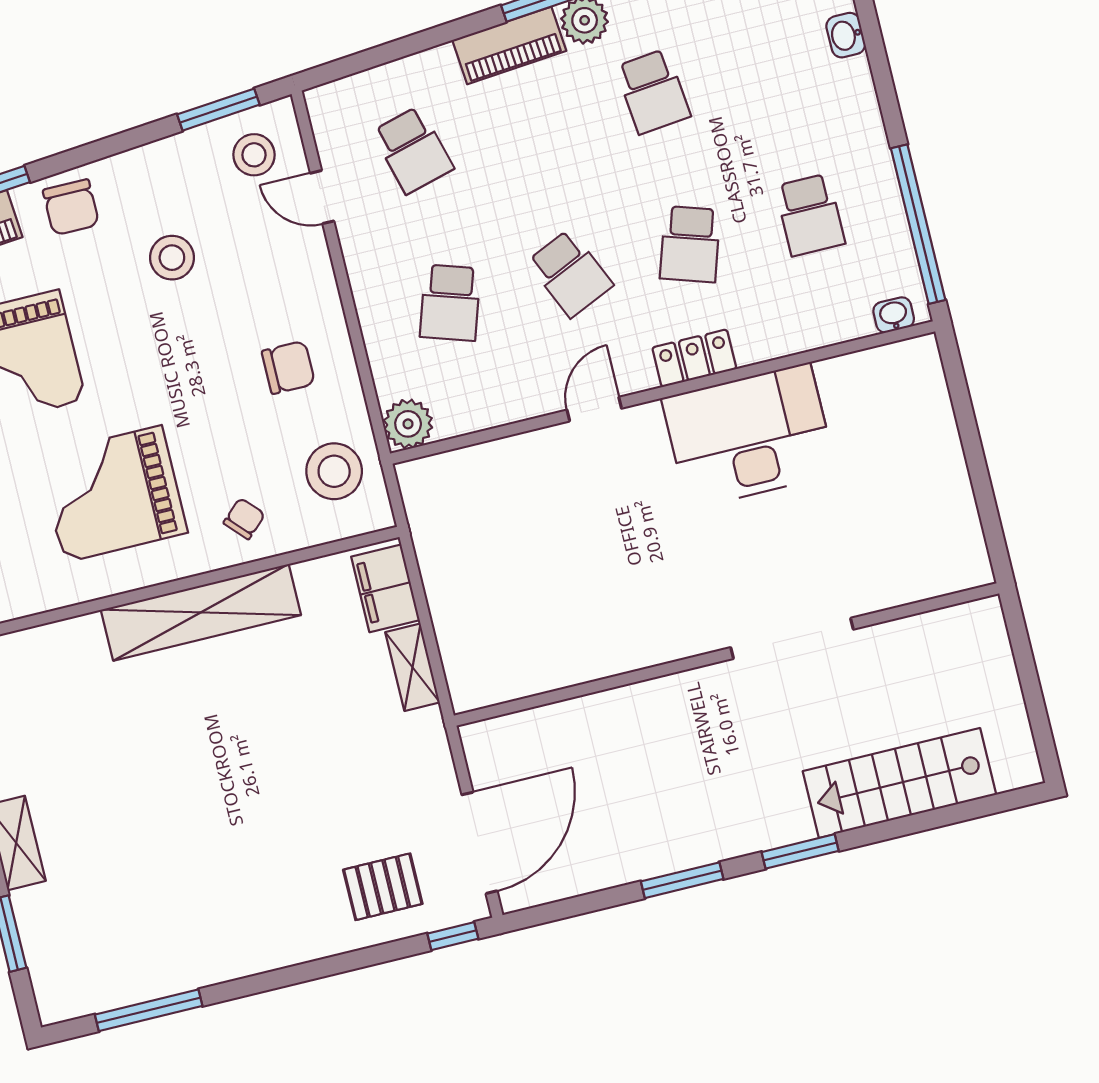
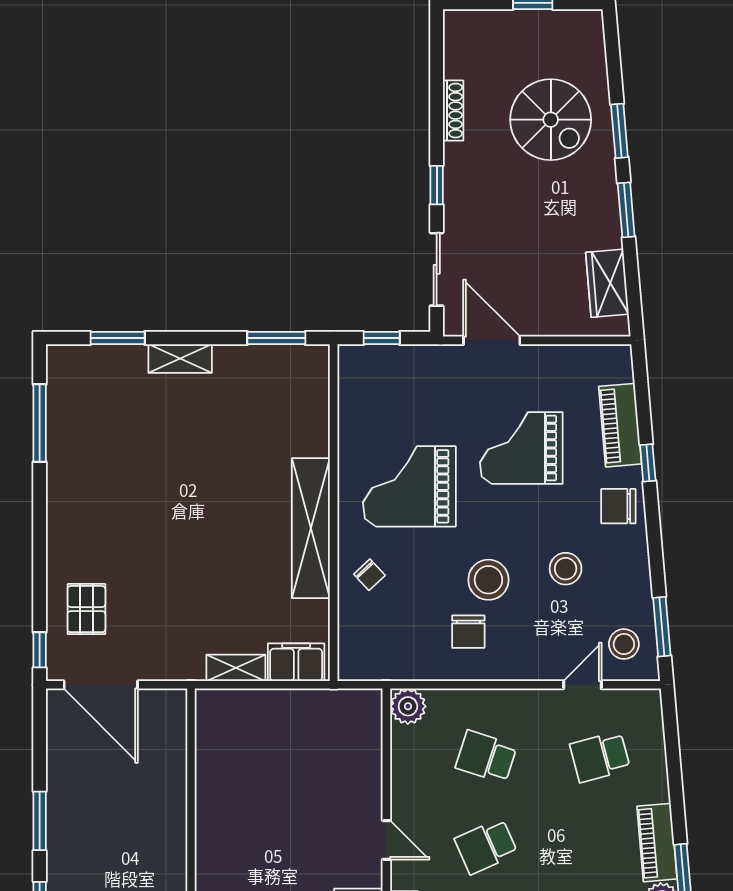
stool: (334, 471) -> (488, 580), moved
grand piano: (113, 494) -> (409, 486), turned -90

